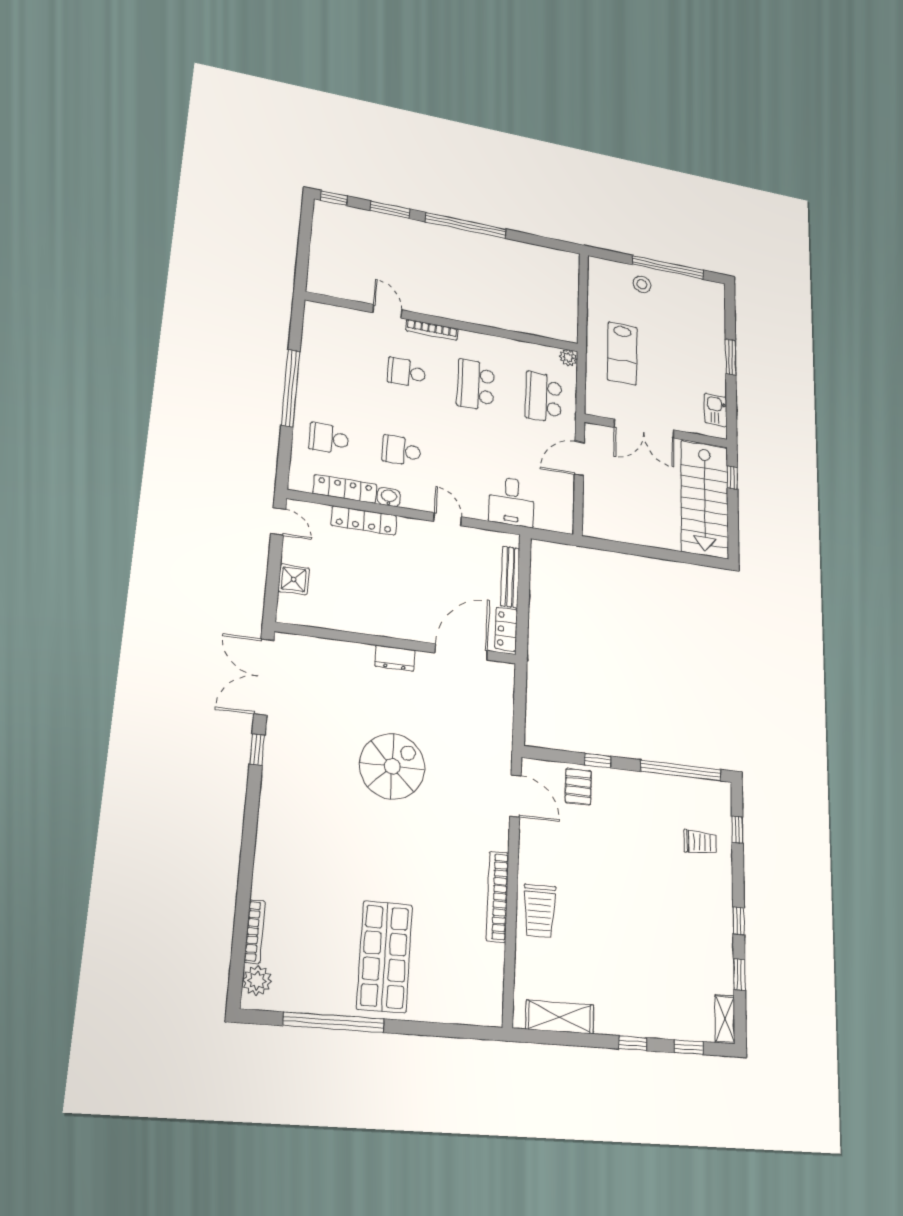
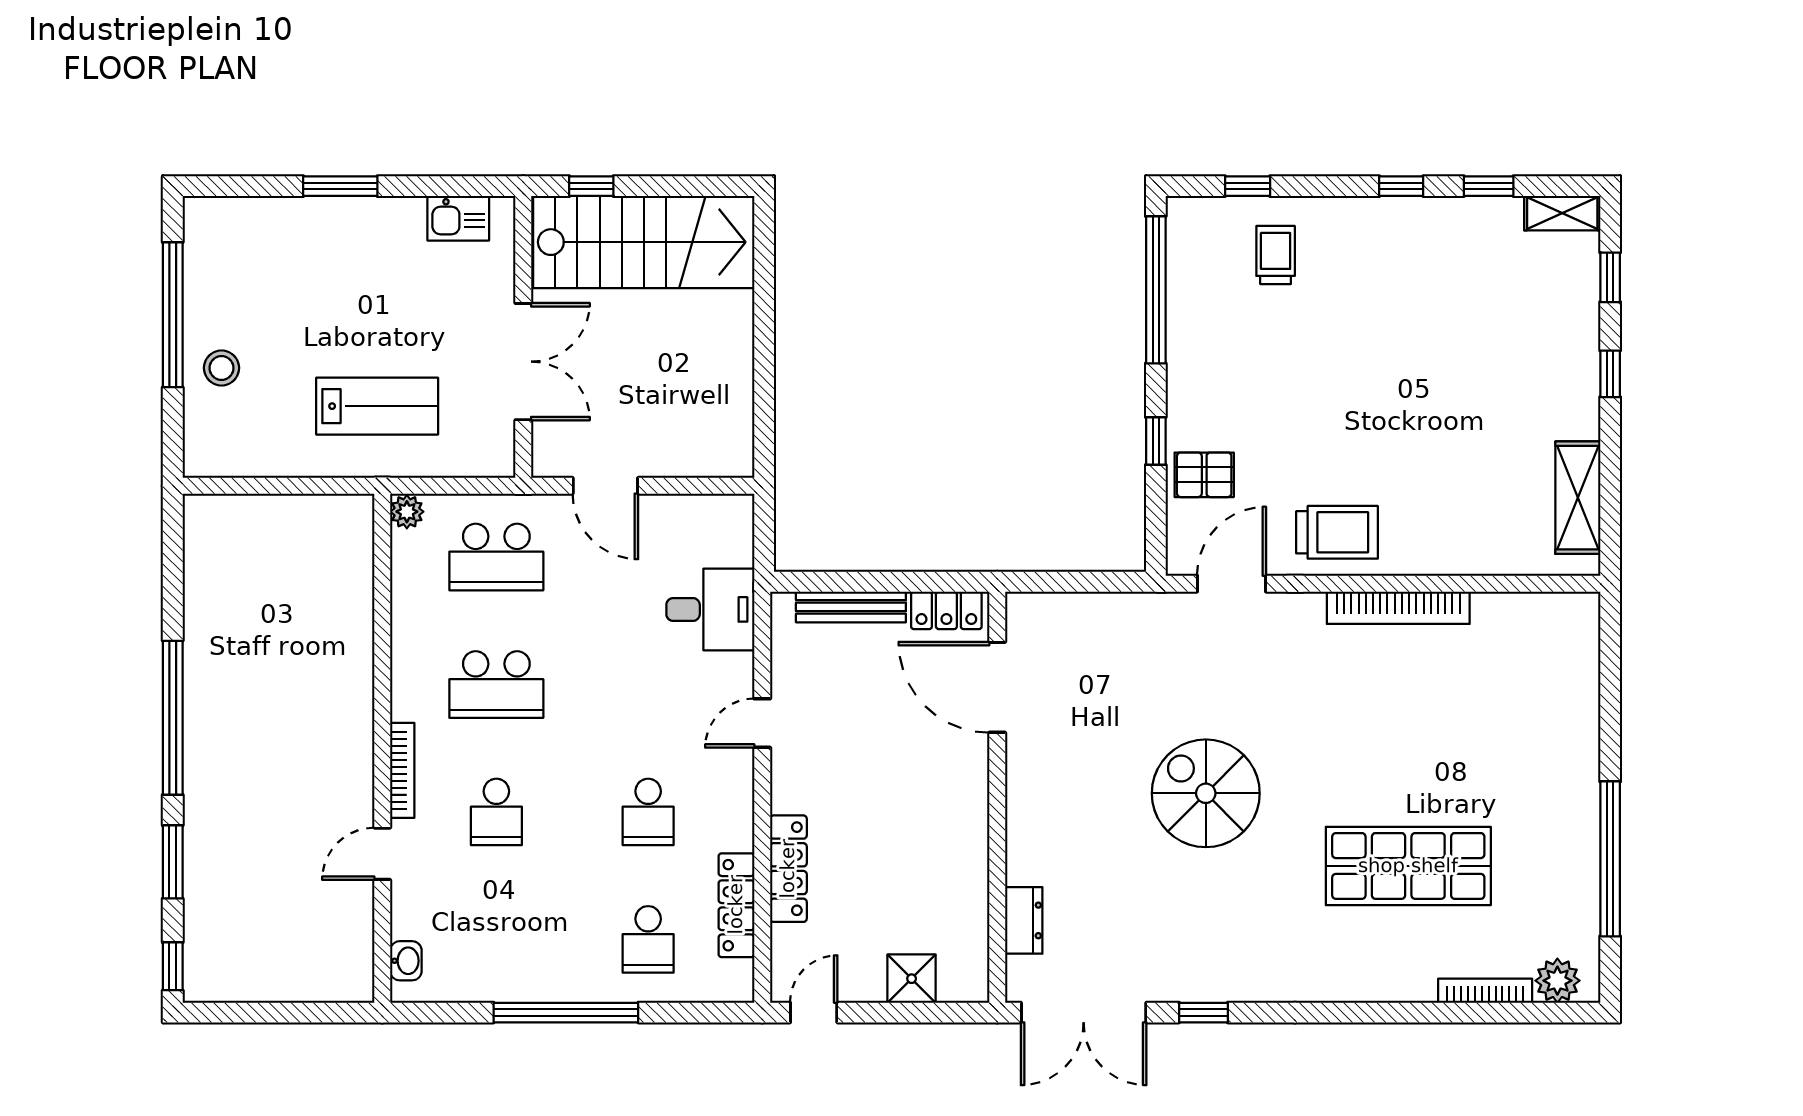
washbasin: (389, 497) -> (406, 961), moved, turned 180
dresser: (395, 658) -> (1024, 920), moved
trolley: (539, 911) -> (1337, 532), moved
shop shelf: (385, 957) -> (1408, 866), moved

